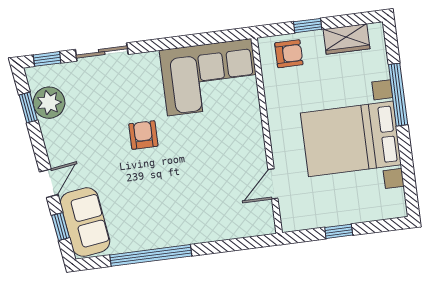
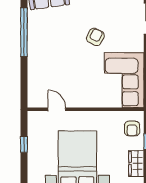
armchair: (143, 135) -> (95, 37), turned -63

